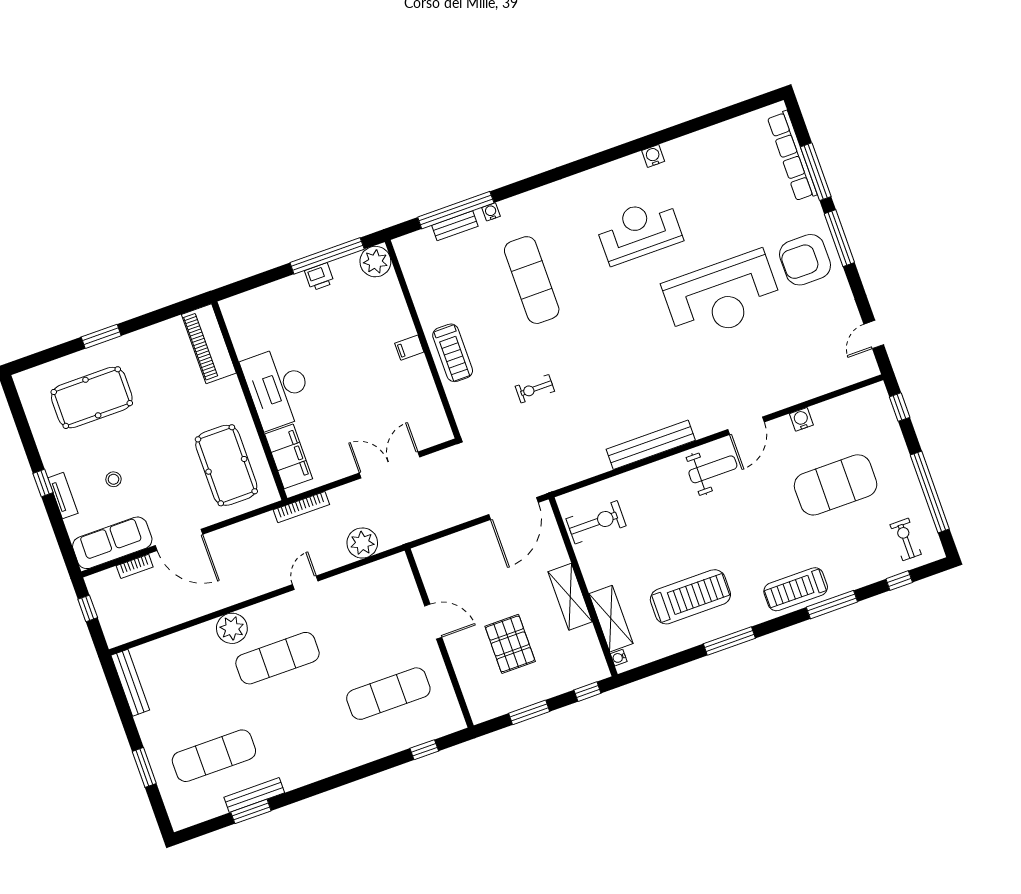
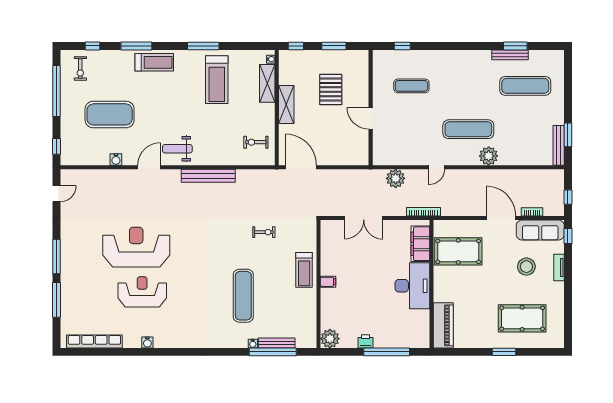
row of seats: (792, 156) -> (94, 341), moved, turned -90
bench: (455, 226) -> (277, 343), width x1.36
reception desk: (639, 231) -> (142, 292), moved, turned 180
window: (327, 256) -> (387, 352), moved
armchair: (805, 260) -> (81, 251), removed
treadmill: (453, 353) -> (304, 270), turned 180
pool table: (226, 465) -> (458, 251), turned 90
stool: (113, 479) -> (526, 267), width x1.89, depth x1.89
window: (43, 483) -> (568, 236), moved
door: (514, 509) -> (301, 167), hinge flipped
exercise bike: (596, 522) -> (256, 142), width x0.73, depth x0.72
treadmill: (690, 597) -> (217, 80), turned -90
exercise mat: (388, 694) -> (411, 86), width x0.73, depth x0.69
window: (144, 767) -> (568, 135), moved

